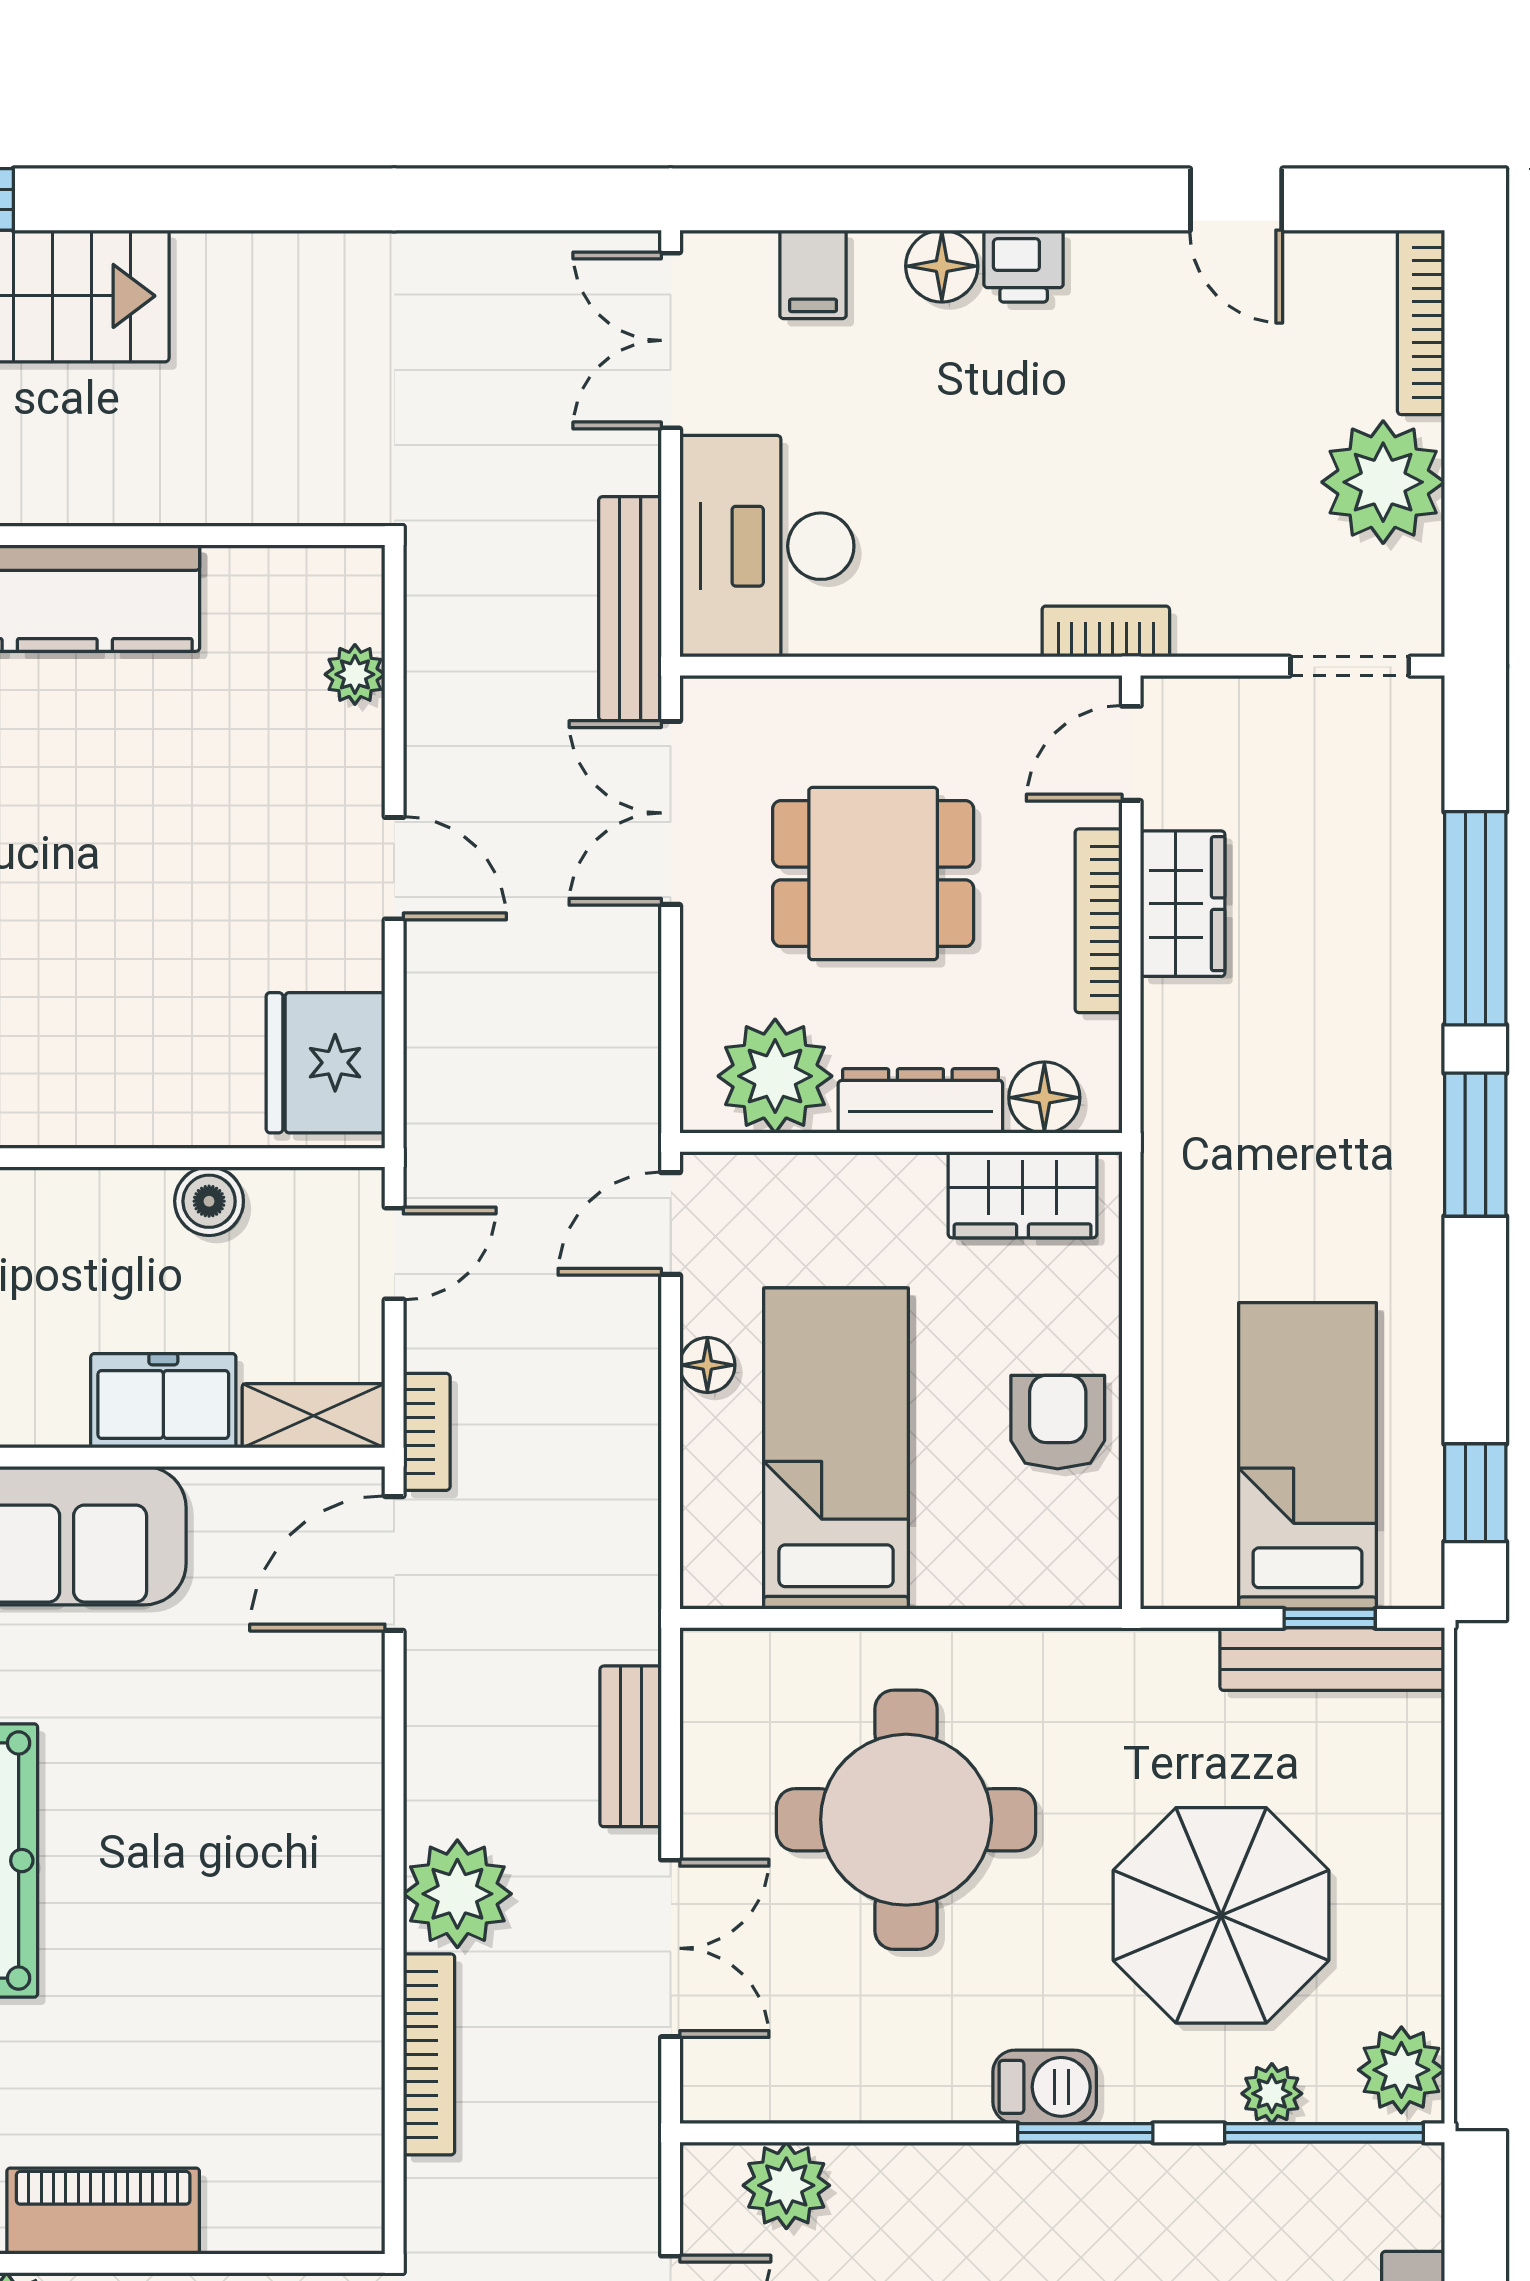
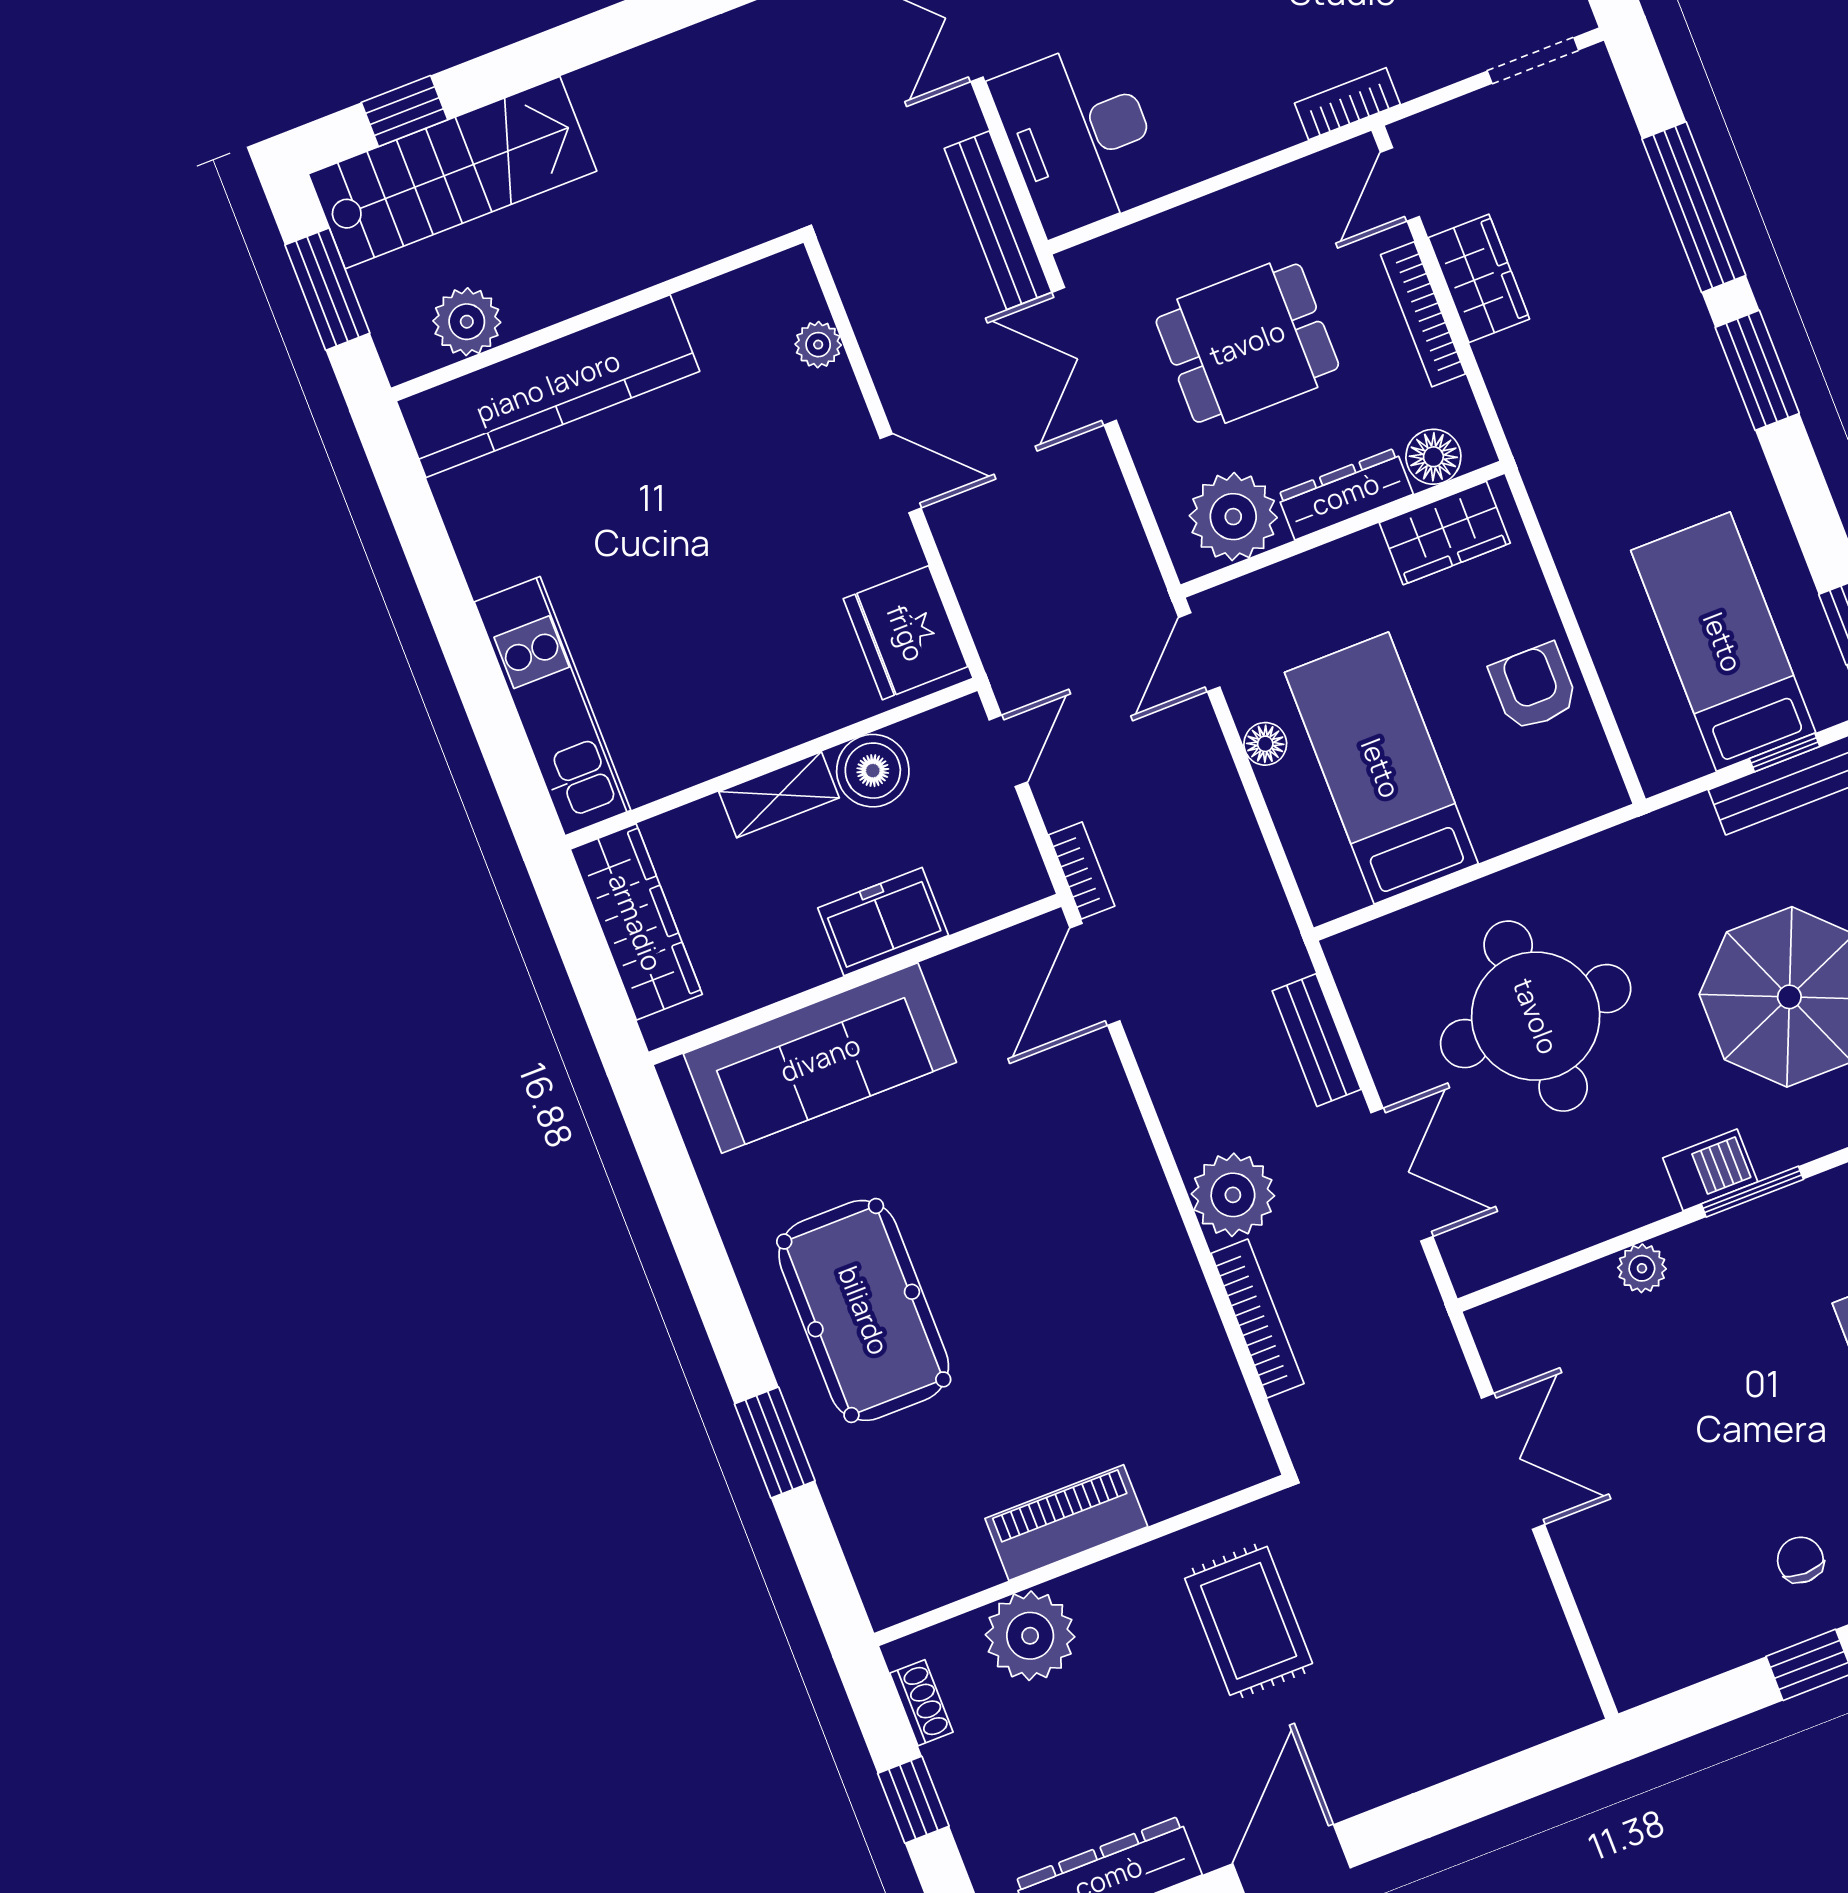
boiler: (209, 1201) -> (873, 771), width x1.36, depth x1.36
shelving: (313, 1416) -> (779, 795), moved
plant: (786, 2185) -> (1642, 1268), moved, width x0.73, depth x0.73

